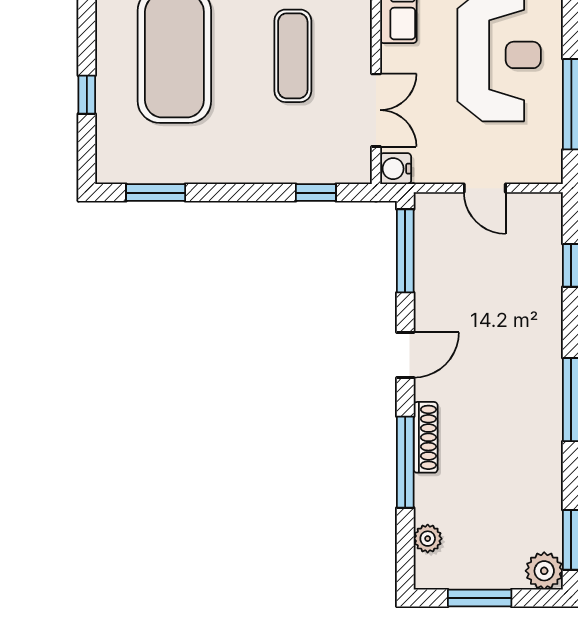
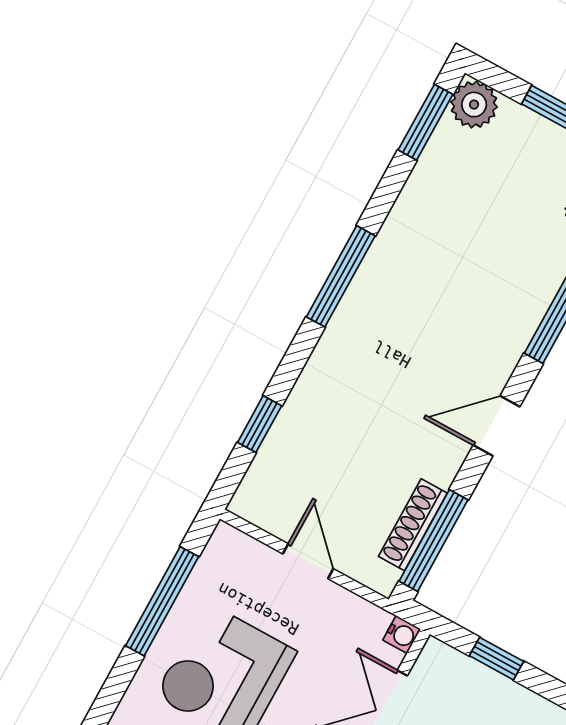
water cooler: (396, 169) -> (402, 635), width x0.72, depth x0.72
shoe rack: (426, 437) -> (413, 525), moved

